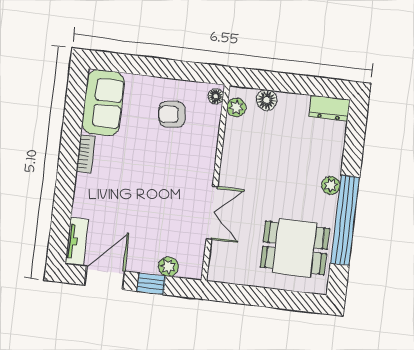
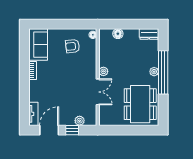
plant: (236, 107) -> (103, 71), moved
window: (345, 220) -> (163, 72), moved
dining table: (295, 248) -> (140, 104), width x1.38

